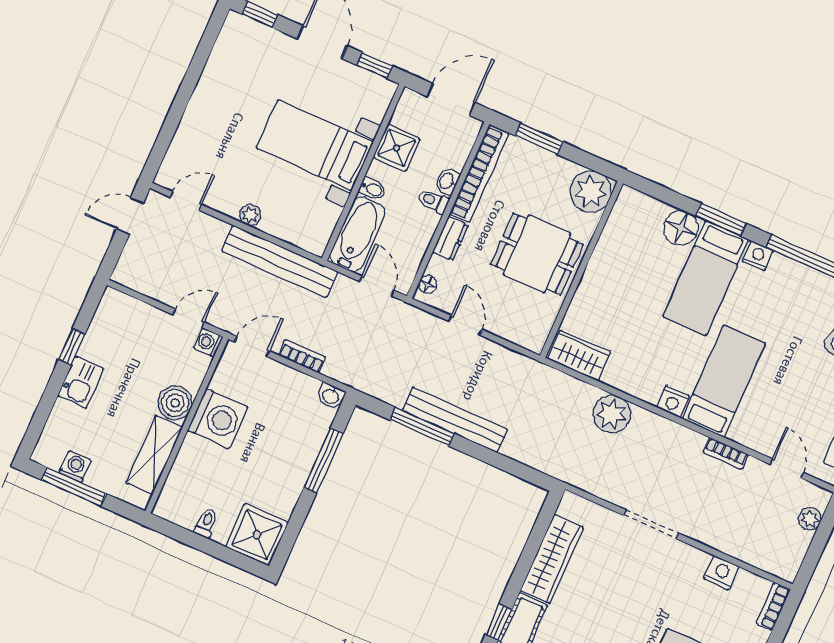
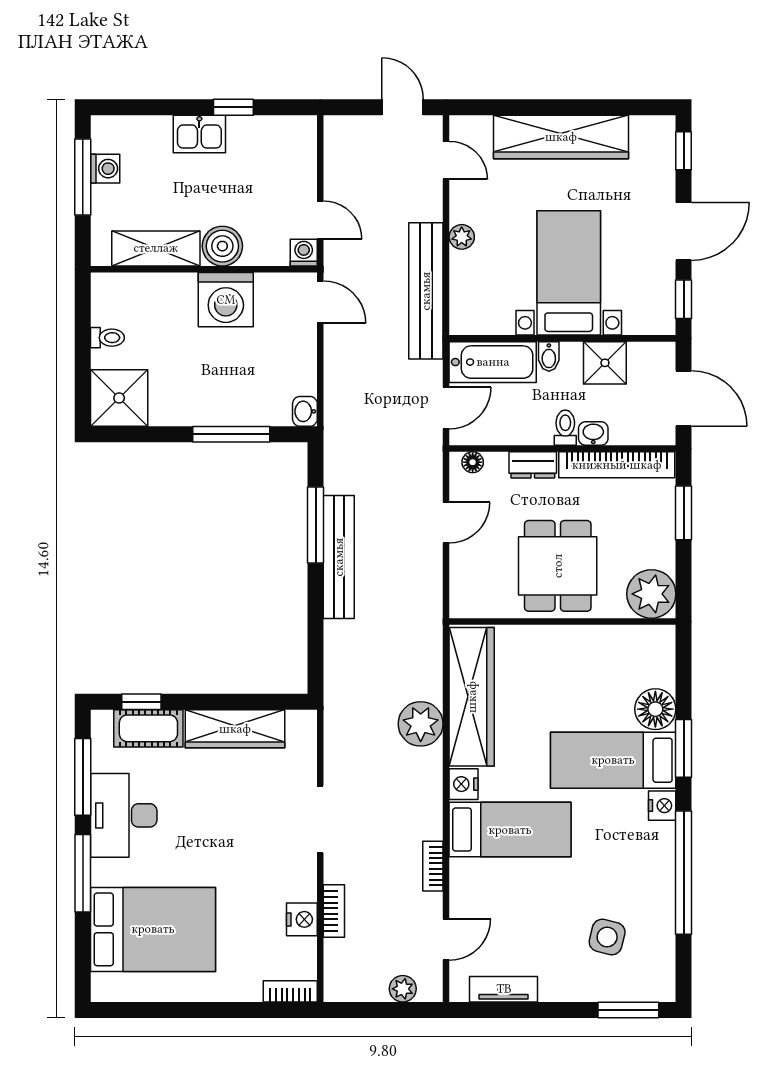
wardrobe: (207, 104) -> (561, 137), added
wardrobe: (579, 355) -> (472, 697), width x2.10, depth x1.17
bookcase: (302, 356) -> (334, 911), moved

